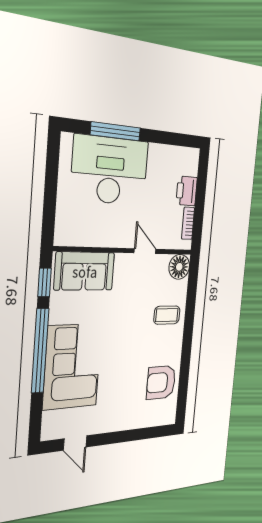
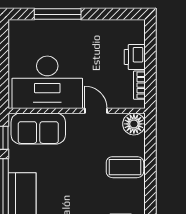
desk: (110, 170) -> (47, 82), moved, turned 180
coffee table: (167, 315) -> (125, 167), width x1.36, depth x1.30

